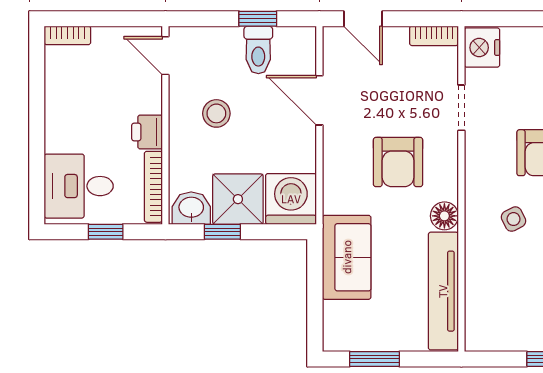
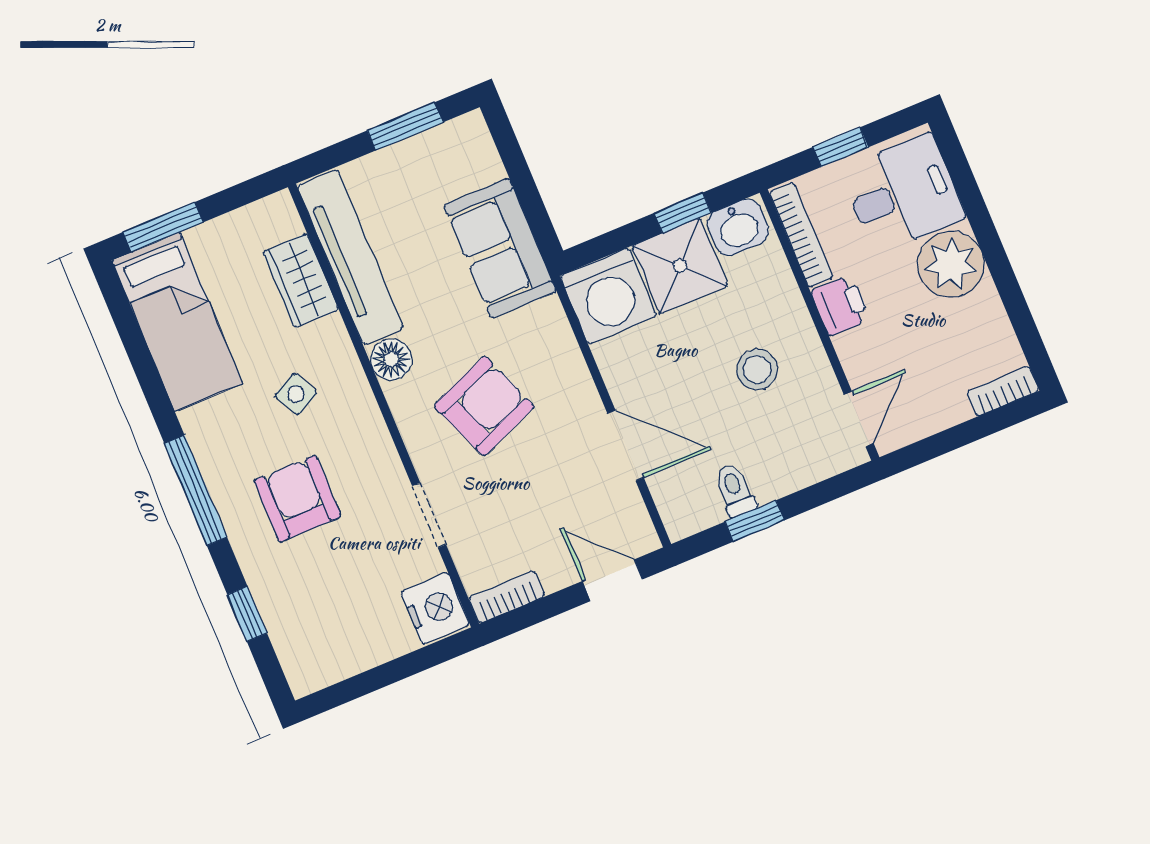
toilet: (258, 50) -> (735, 490), width x0.73, depth x0.72
door: (165, 56) -> (859, 419), hinge flipped
plant: (67, 129) -> (951, 264), added
armchair: (398, 162) -> (484, 406), turned 68
wardrobe: (481, 289) -> (301, 281), added

